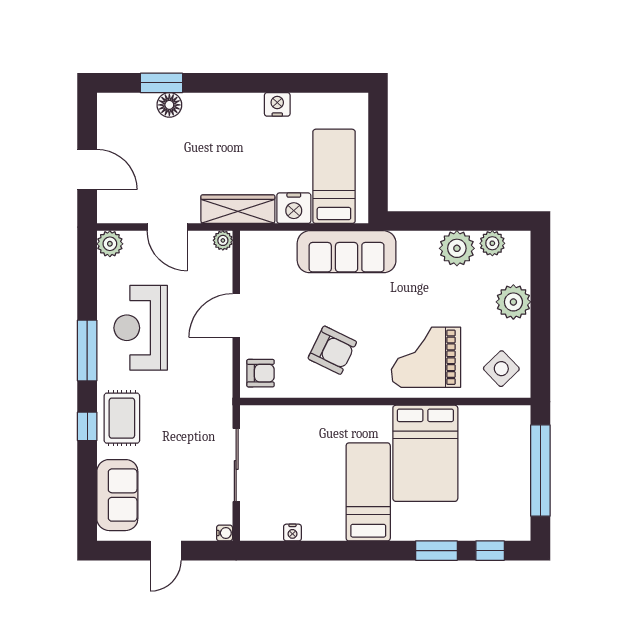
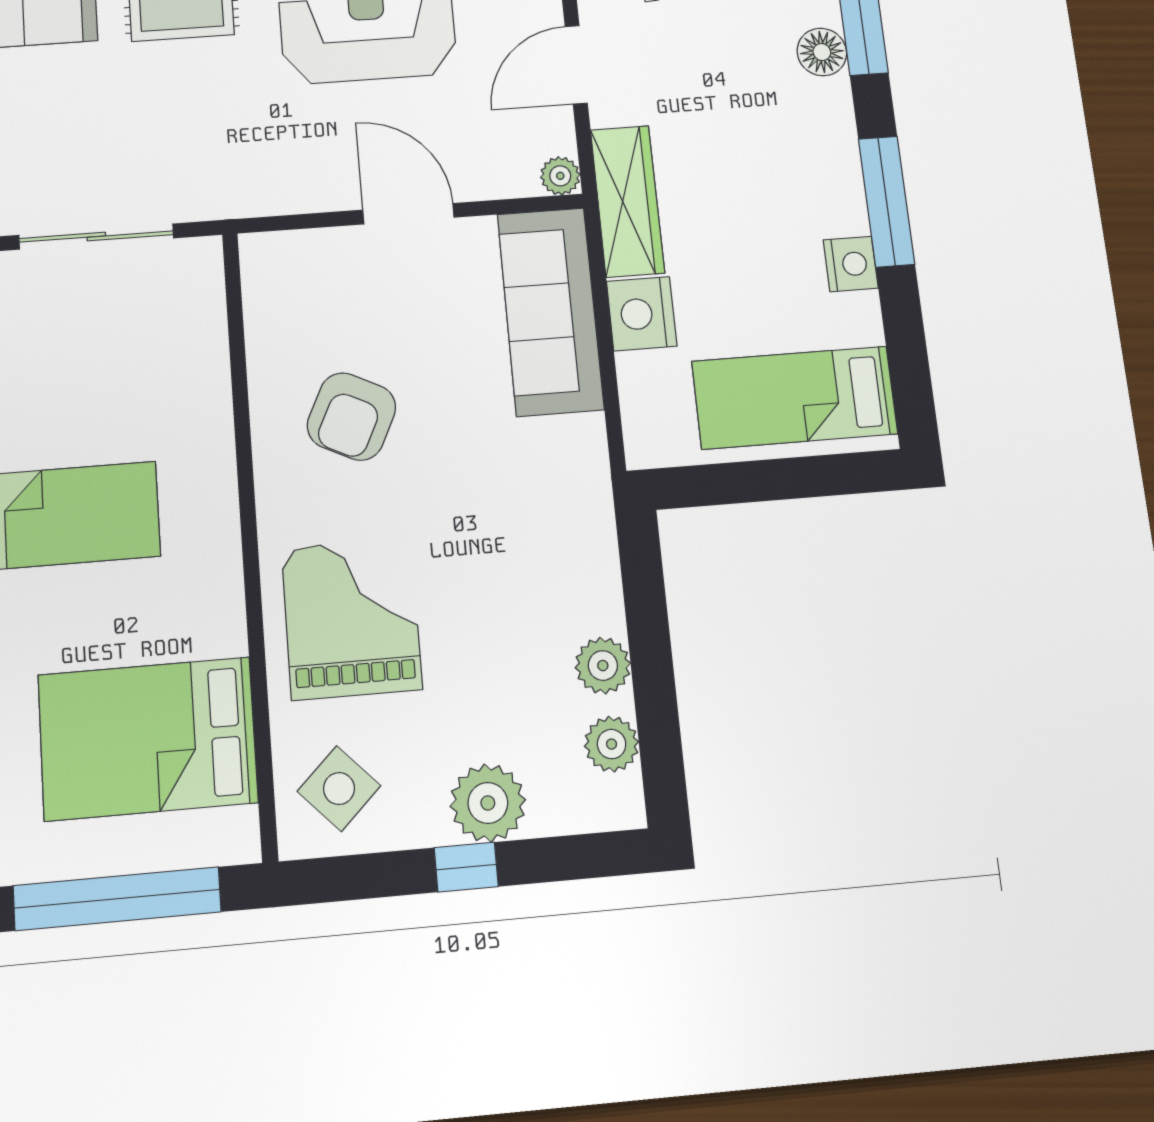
window: (247, 83) -> (886, 201), added
bed: (334, 176) -> (795, 398), moved, turned 180
plant: (457, 248) -> (603, 666), width x0.73, depth x0.73
sofa: (347, 252) -> (550, 311), moved
window: (540, 314) -> (466, 867), added
armchair: (260, 373) -> (292, 272), removed
bed: (425, 453) -> (148, 739), moved

